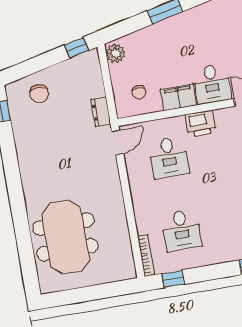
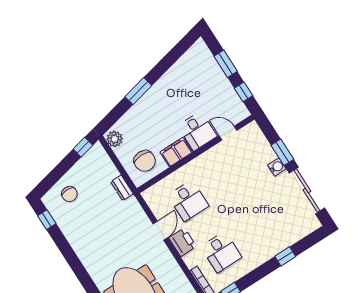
chair: (139, 92) -> (145, 161), width x1.87, depth x1.87
printer: (201, 123) -> (183, 242), moved, turned -90
door: (118, 142) -> (160, 231), moved

